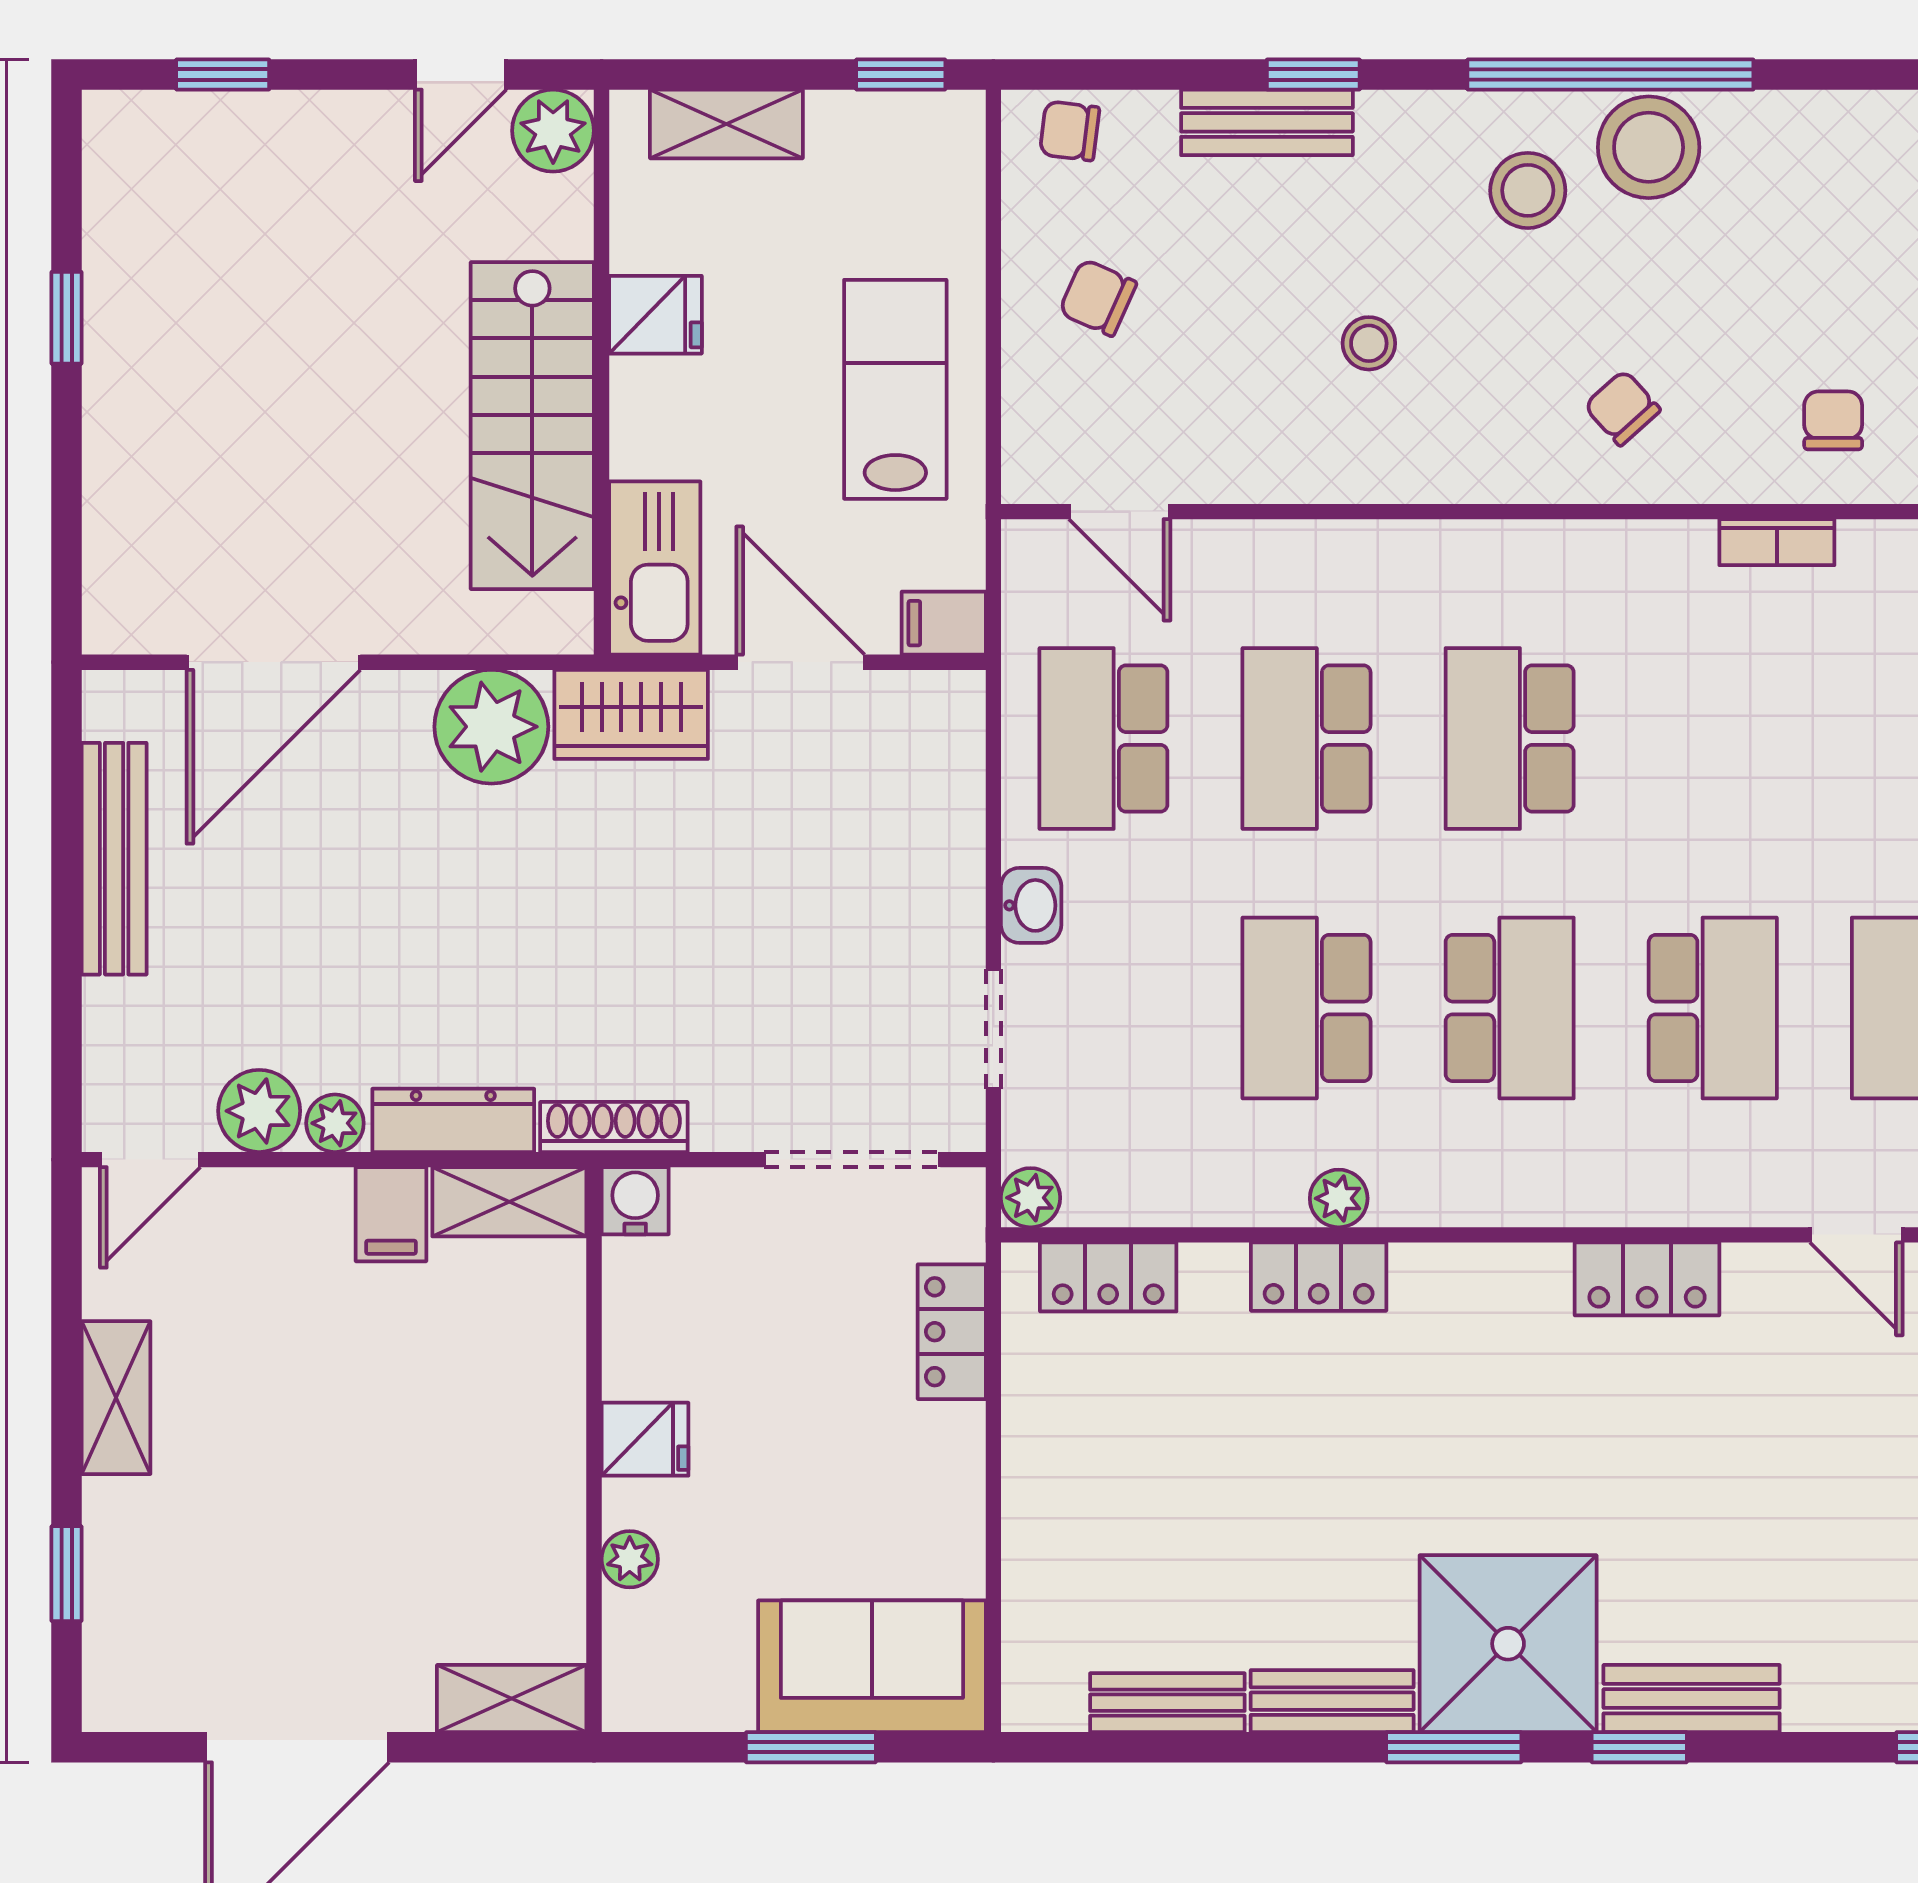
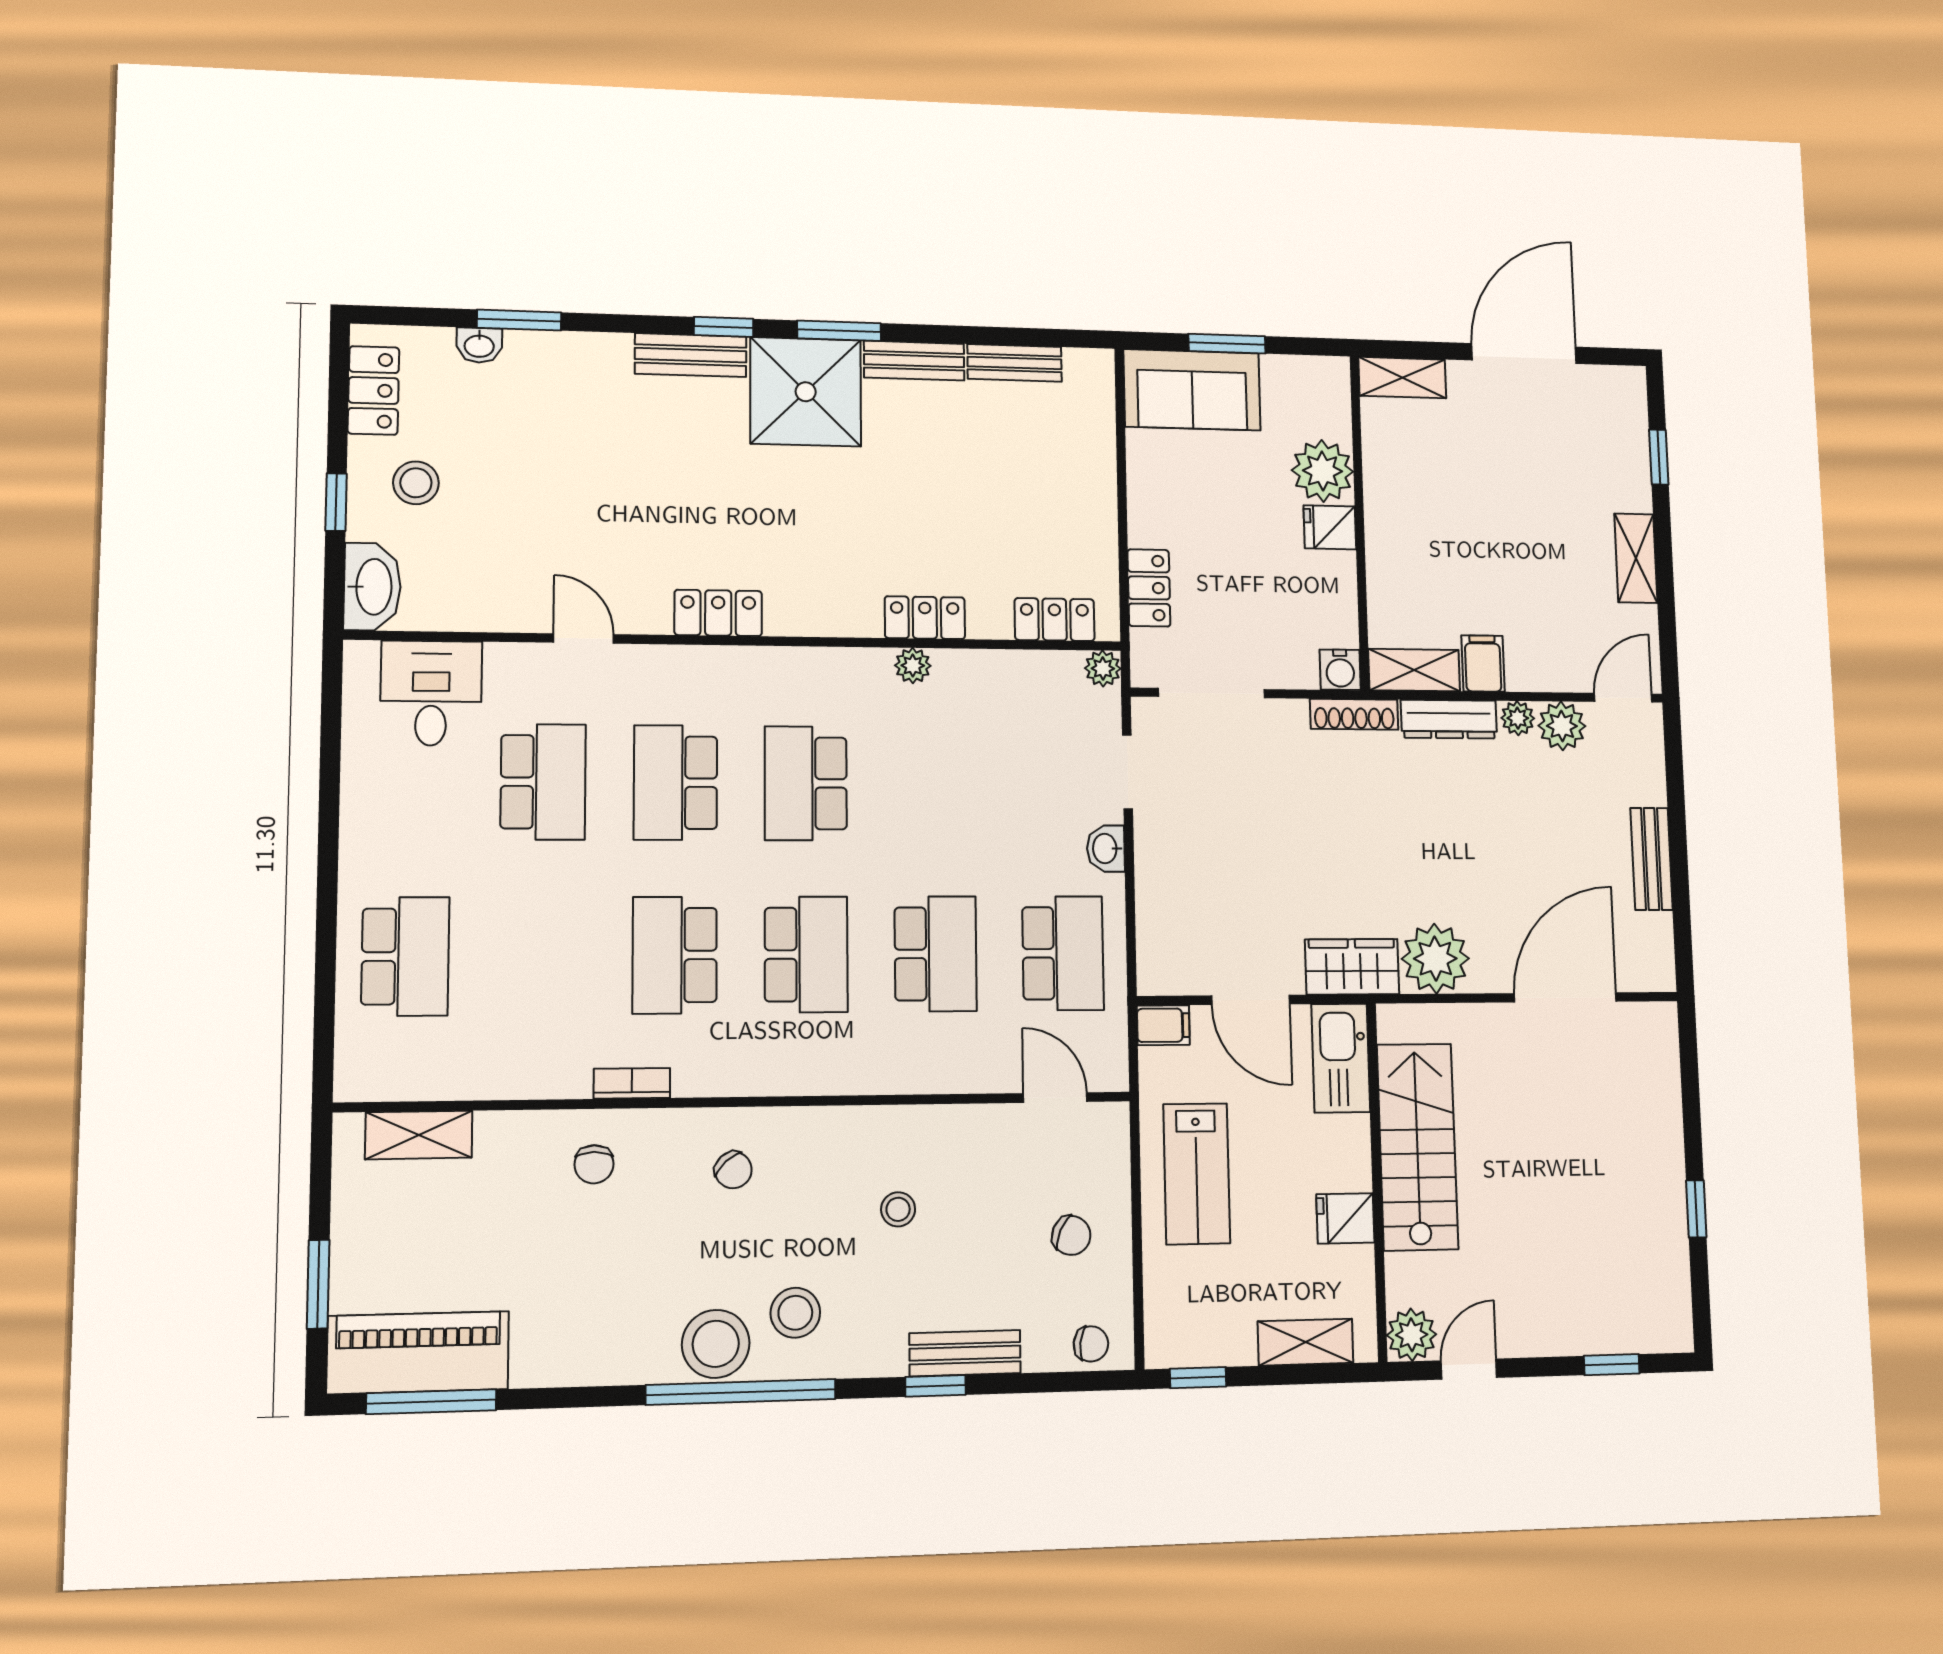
bench: (114, 859) -> (1652, 859), width x0.73
school desk: (1307, 1008) -> (675, 955), moved, turned 180
plant: (630, 1559) -> (1323, 471), width x1.88, depth x1.88

